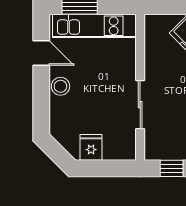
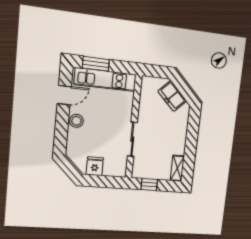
door: (41, 53) -> (64, 95), hinge flipped

